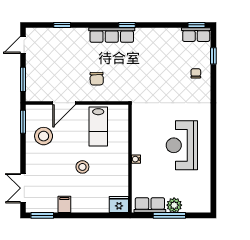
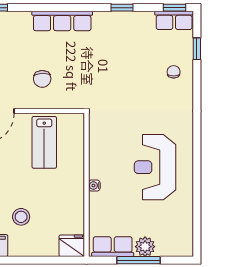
window: (127, 25) -> (122, 8), moved
stool: (82, 167) -> (21, 217), moved

